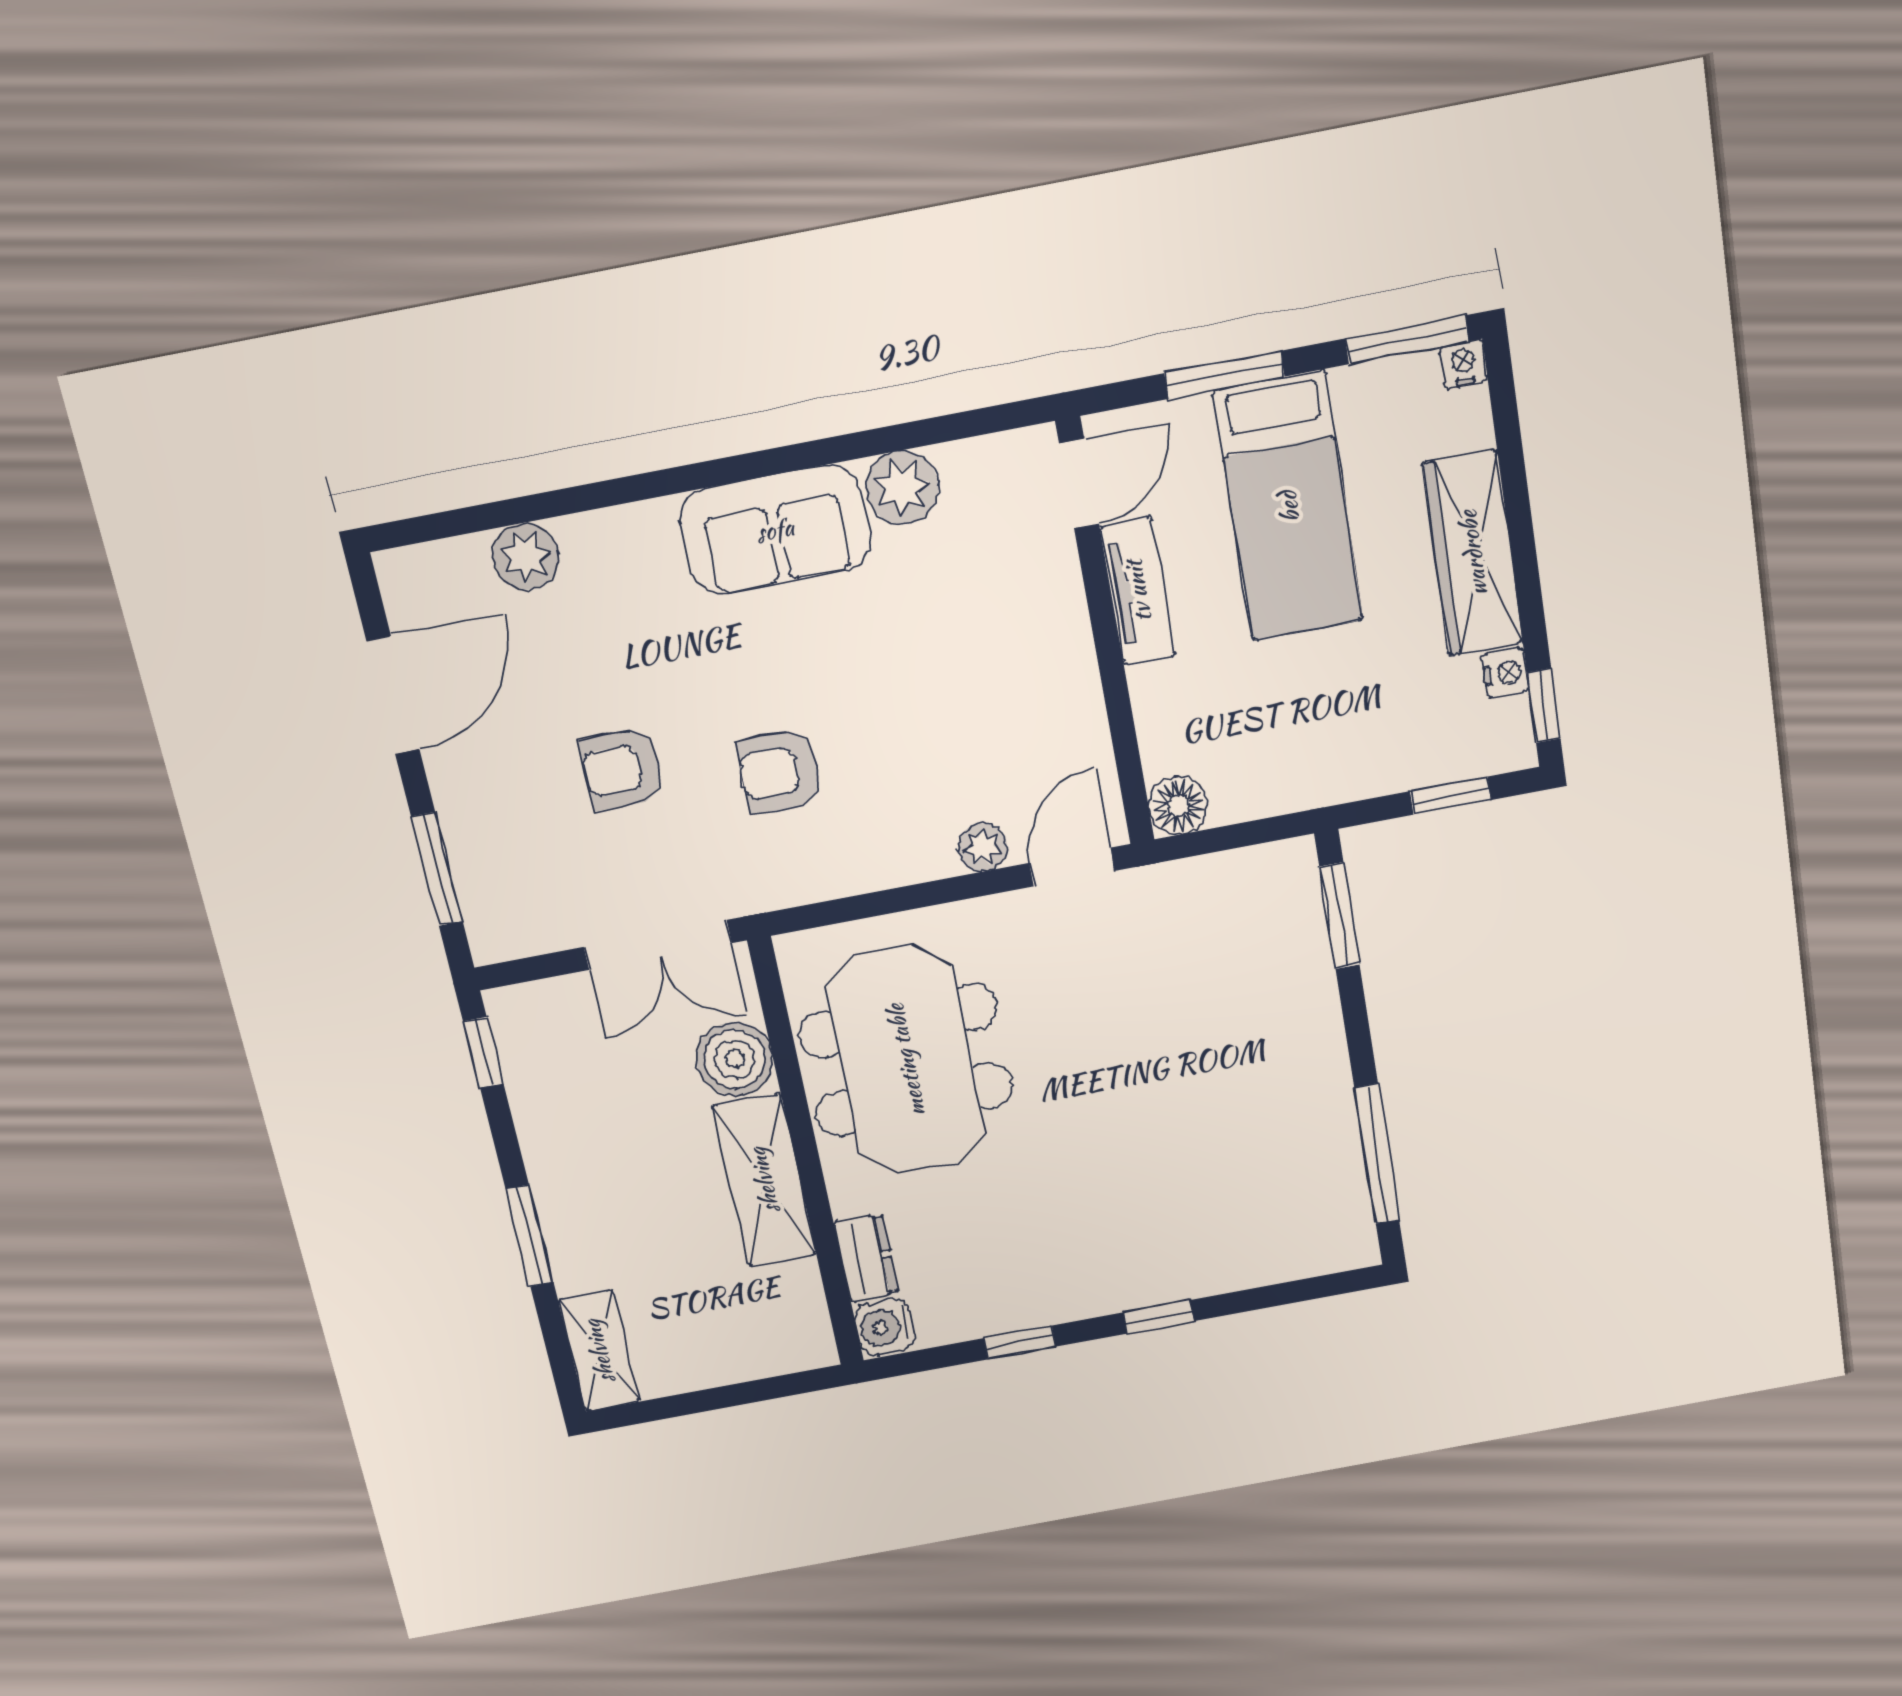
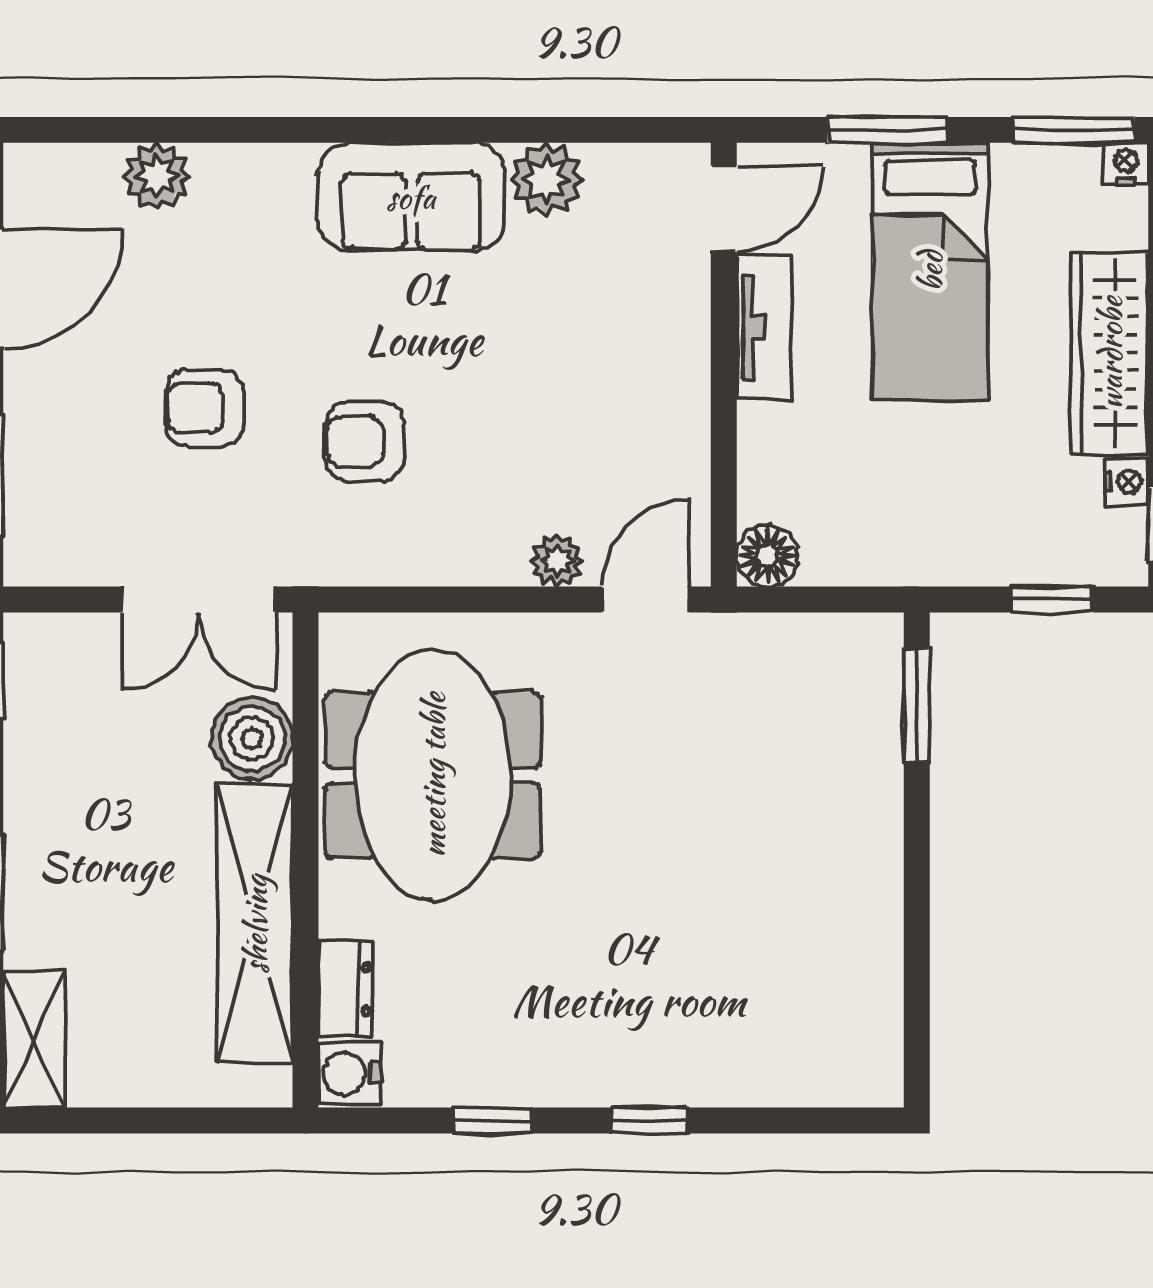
window: (1377, 1154) -> (917, 979), removed
shelving: (764, 1180) -> (255, 924), width x1.47

